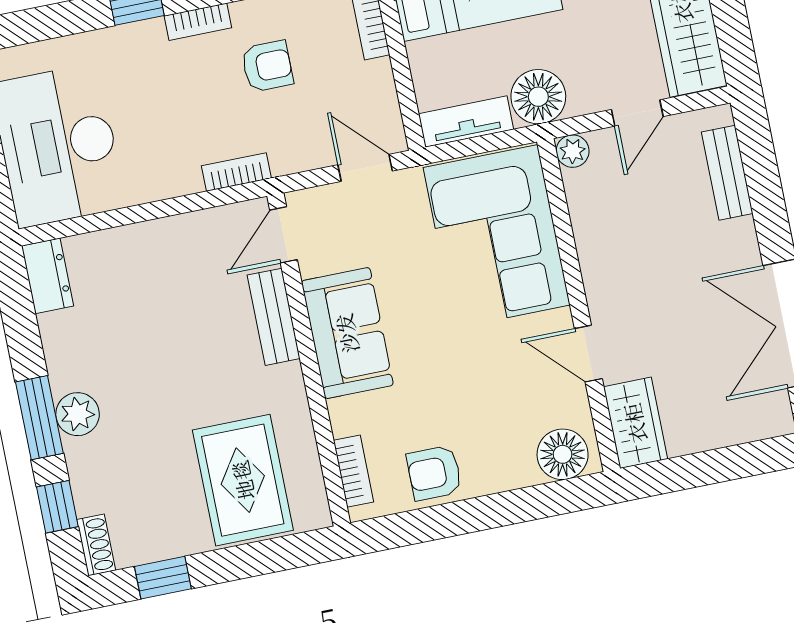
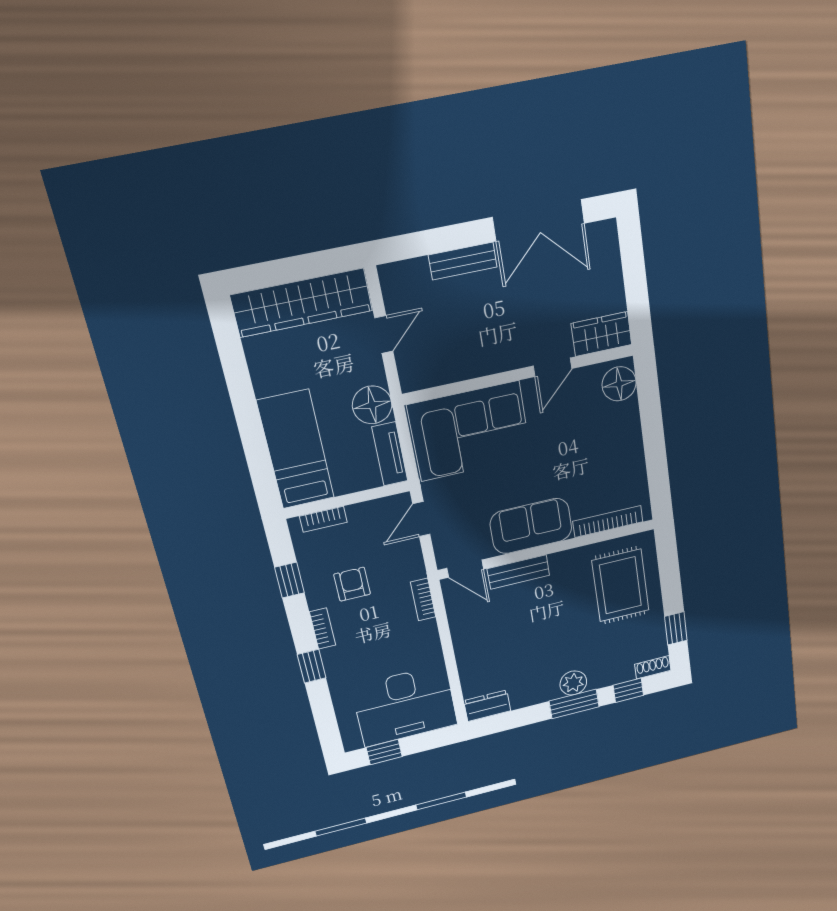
door: (637, 113) -> (384, 334), hinge flipped
plant: (573, 151) -> (411, 380), removed
bench: (727, 173) -> (463, 261), moved
bookcase: (353, 471) -> (608, 521), width x1.56
armchair: (434, 473) -> (625, 468), removed
rug: (243, 480) -> (621, 585), turned 90

